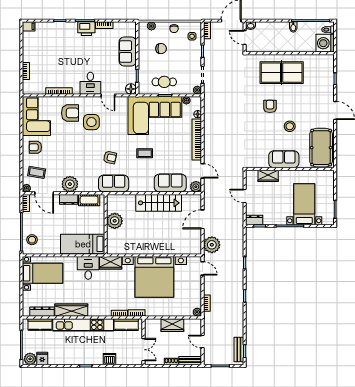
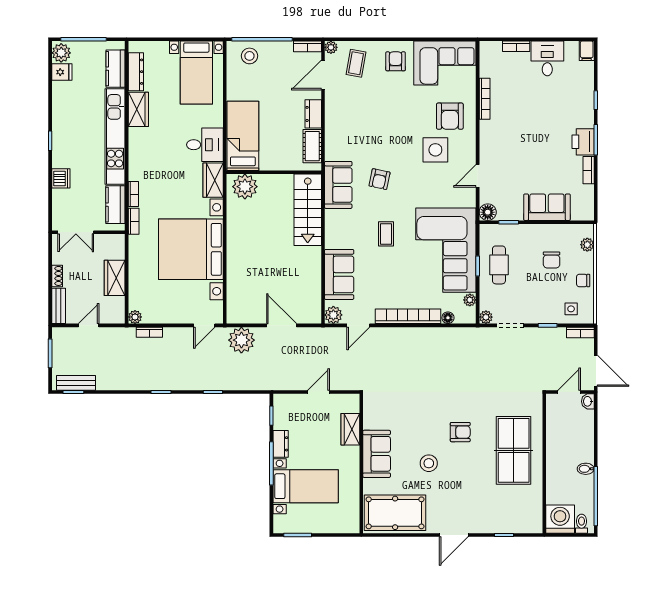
desk: (90, 83) -> (547, 58), moved, turned 90
plant: (70, 184) -> (337, 116), removed
stairs: (159, 203) -> (308, 210), moved
dresser: (254, 220) -> (281, 444), moved
plant: (115, 221) -> (245, 187), moved
wardrobe: (71, 310) -> (138, 109), width x0.67

